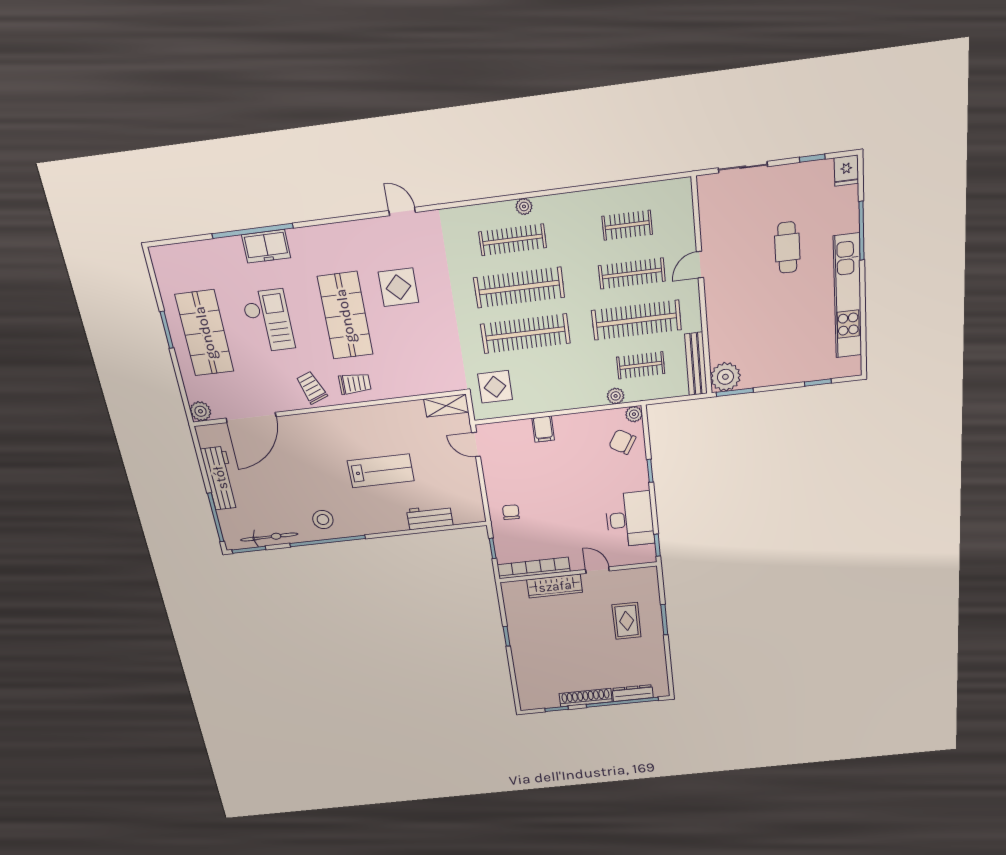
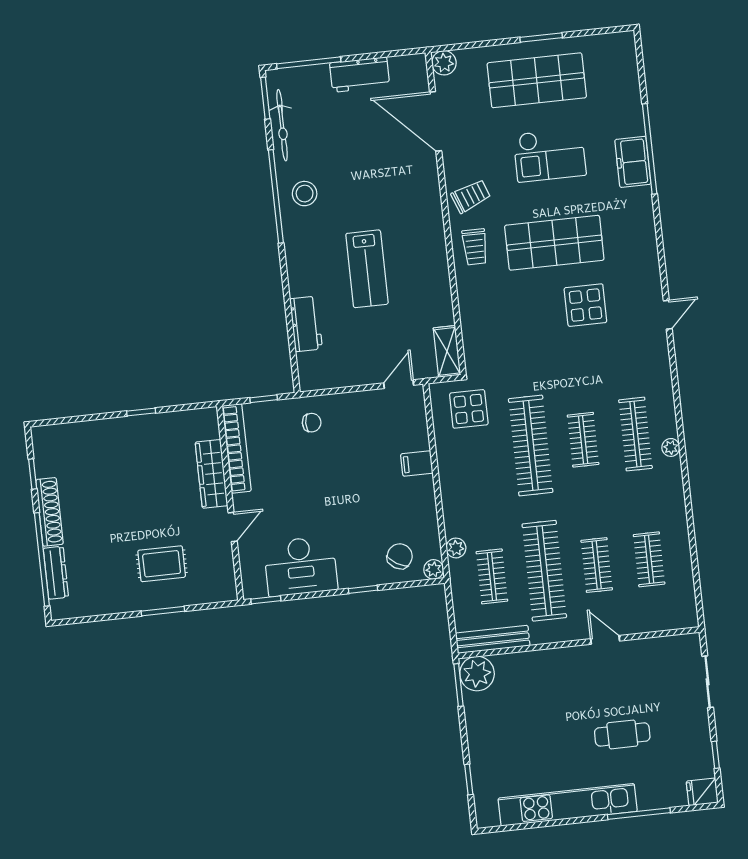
clothes rail: (632, 273) -> (597, 565), width x0.73
clothes rail: (519, 287) -> (583, 440), width x0.54, depth x0.76
workbench: (220, 478) -> (360, 75), width x0.73

